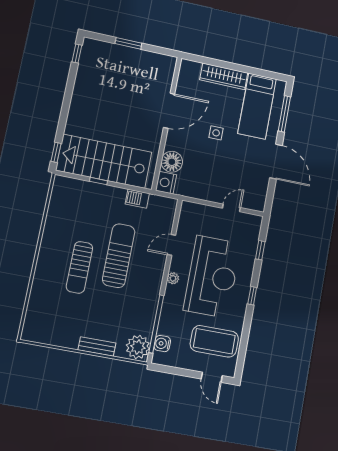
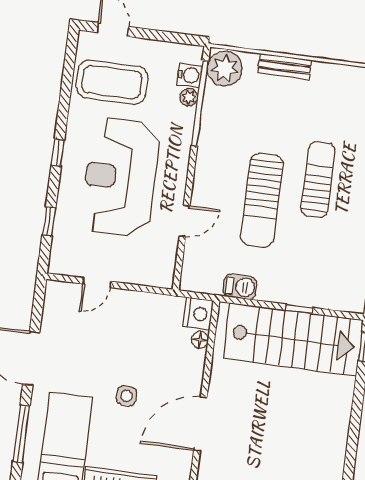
floor lamp: (172, 162) -> (200, 340), width x0.53, depth x0.53
plant: (173, 278) -> (189, 97), moved

